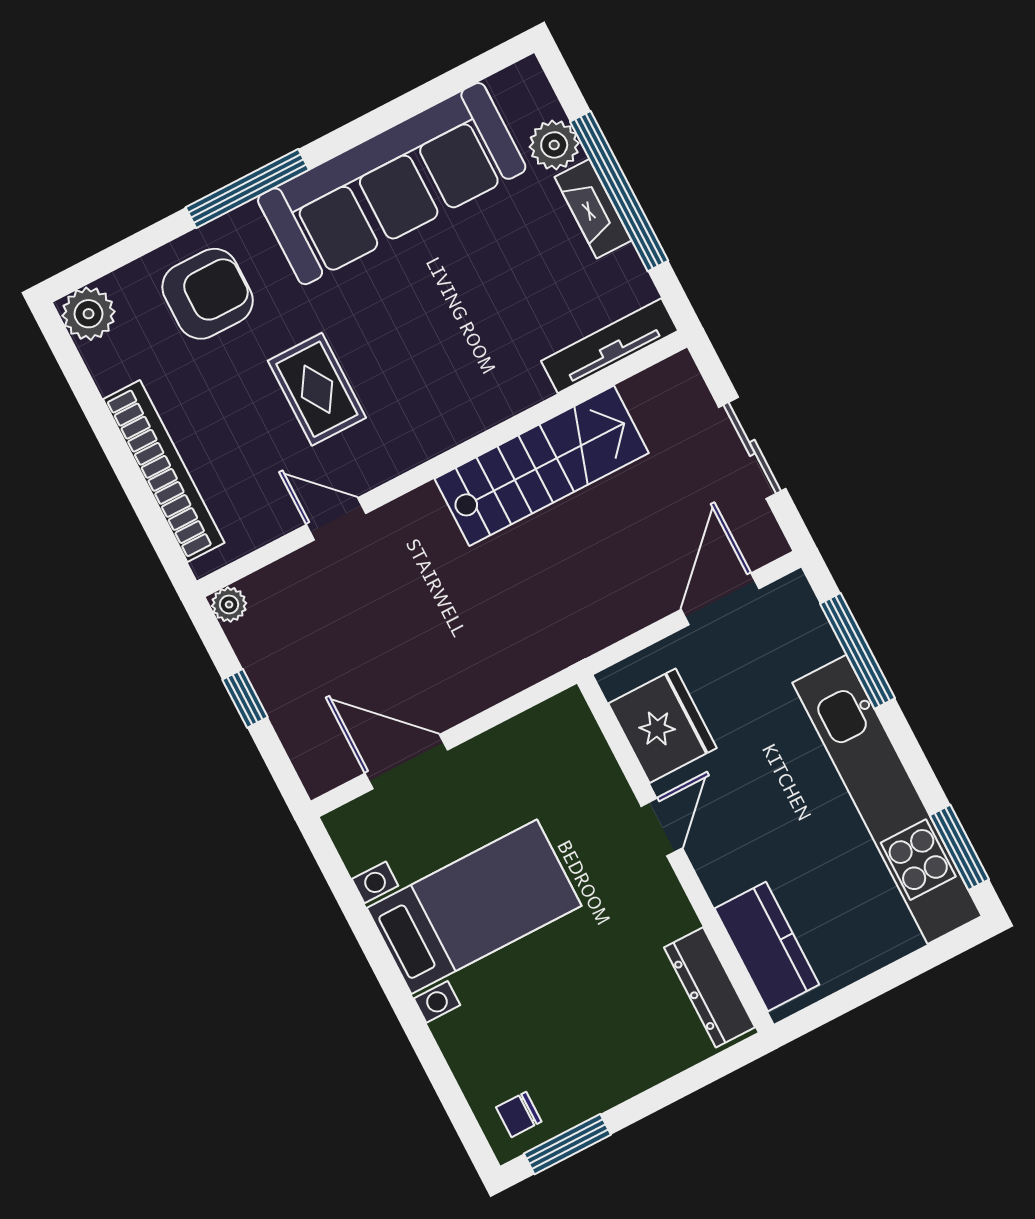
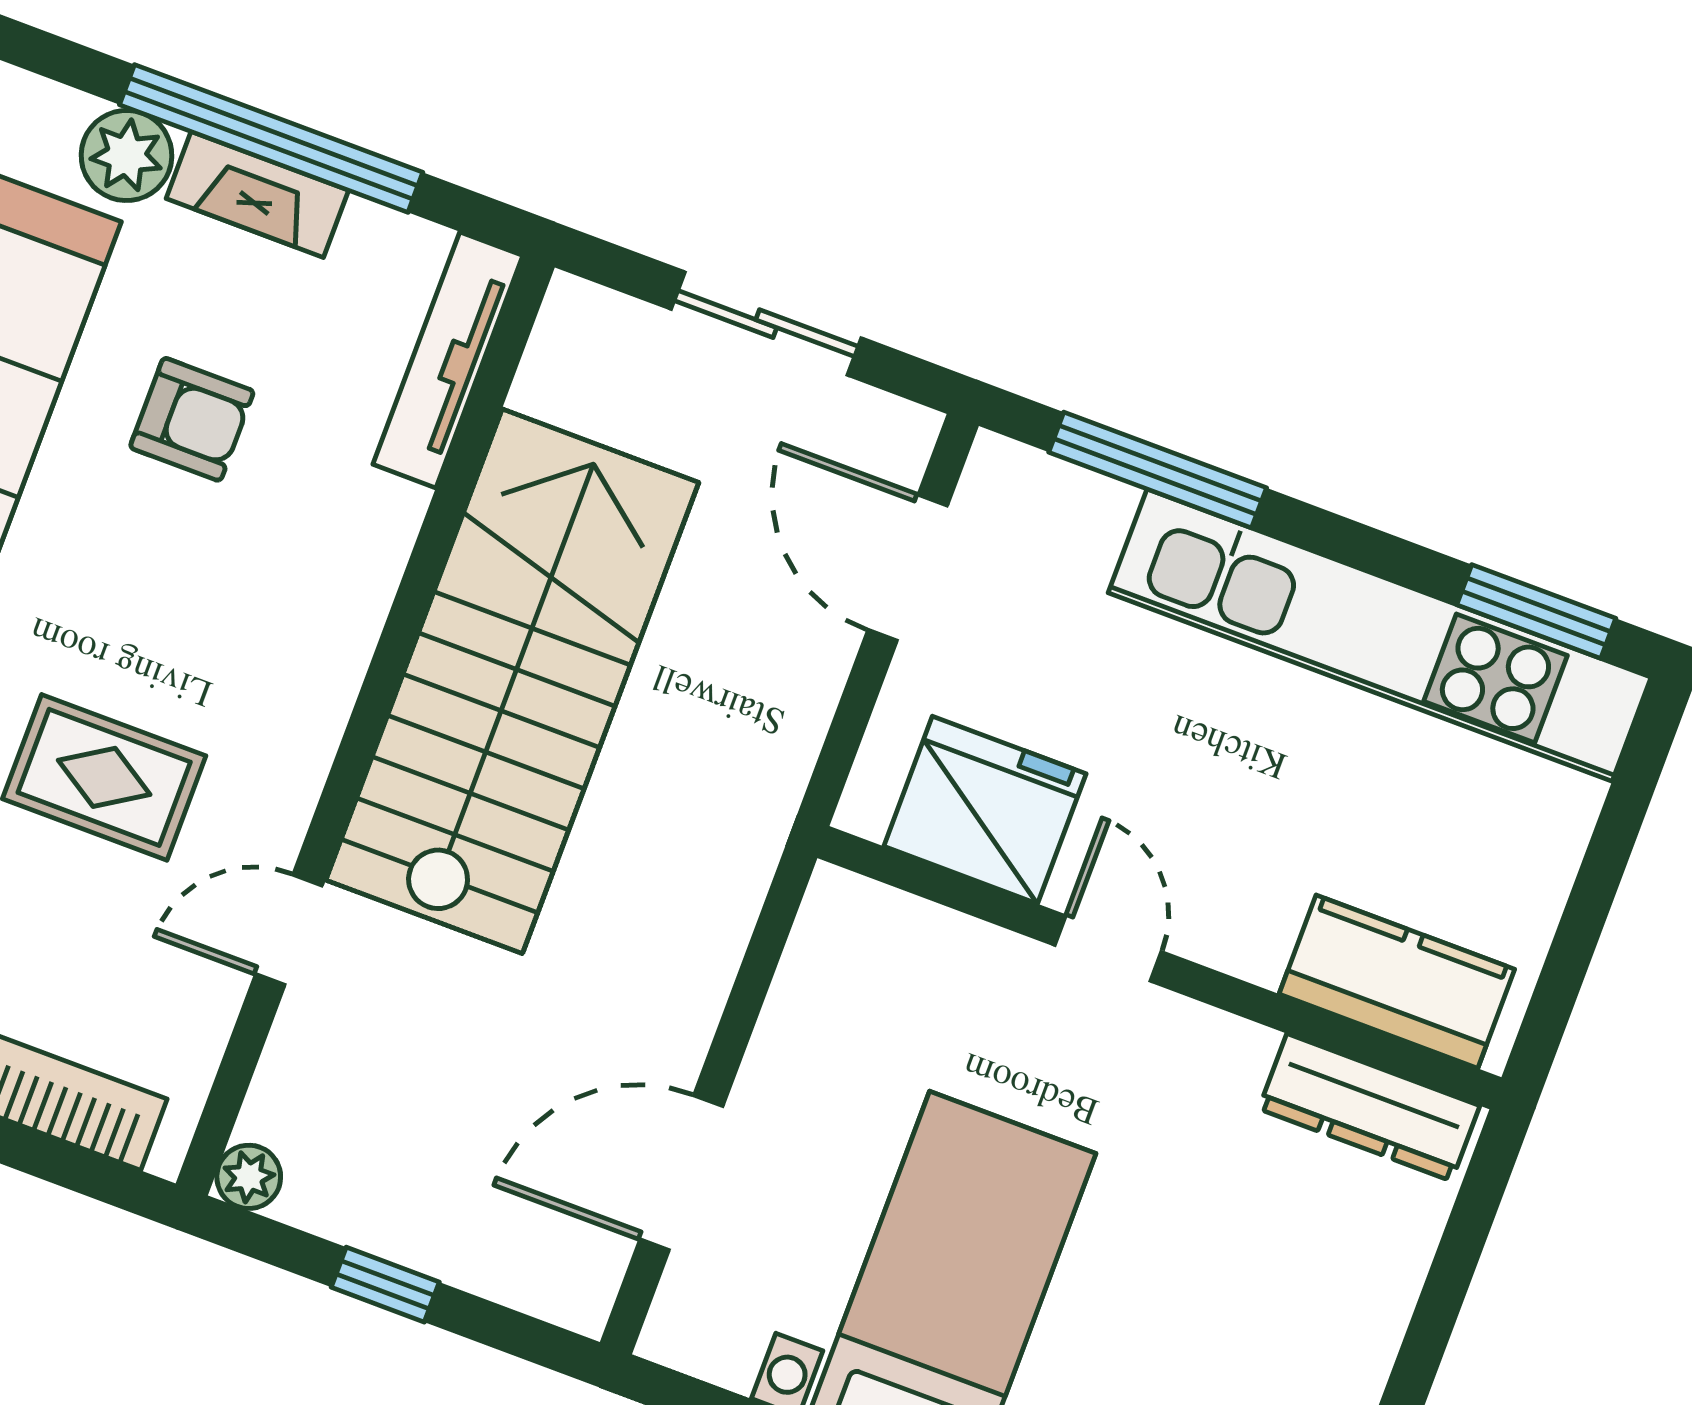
armchair: (484, 276) -> (192, 419), added
stairs: (542, 466) -> (512, 681), width x1.36, depth x1.51

